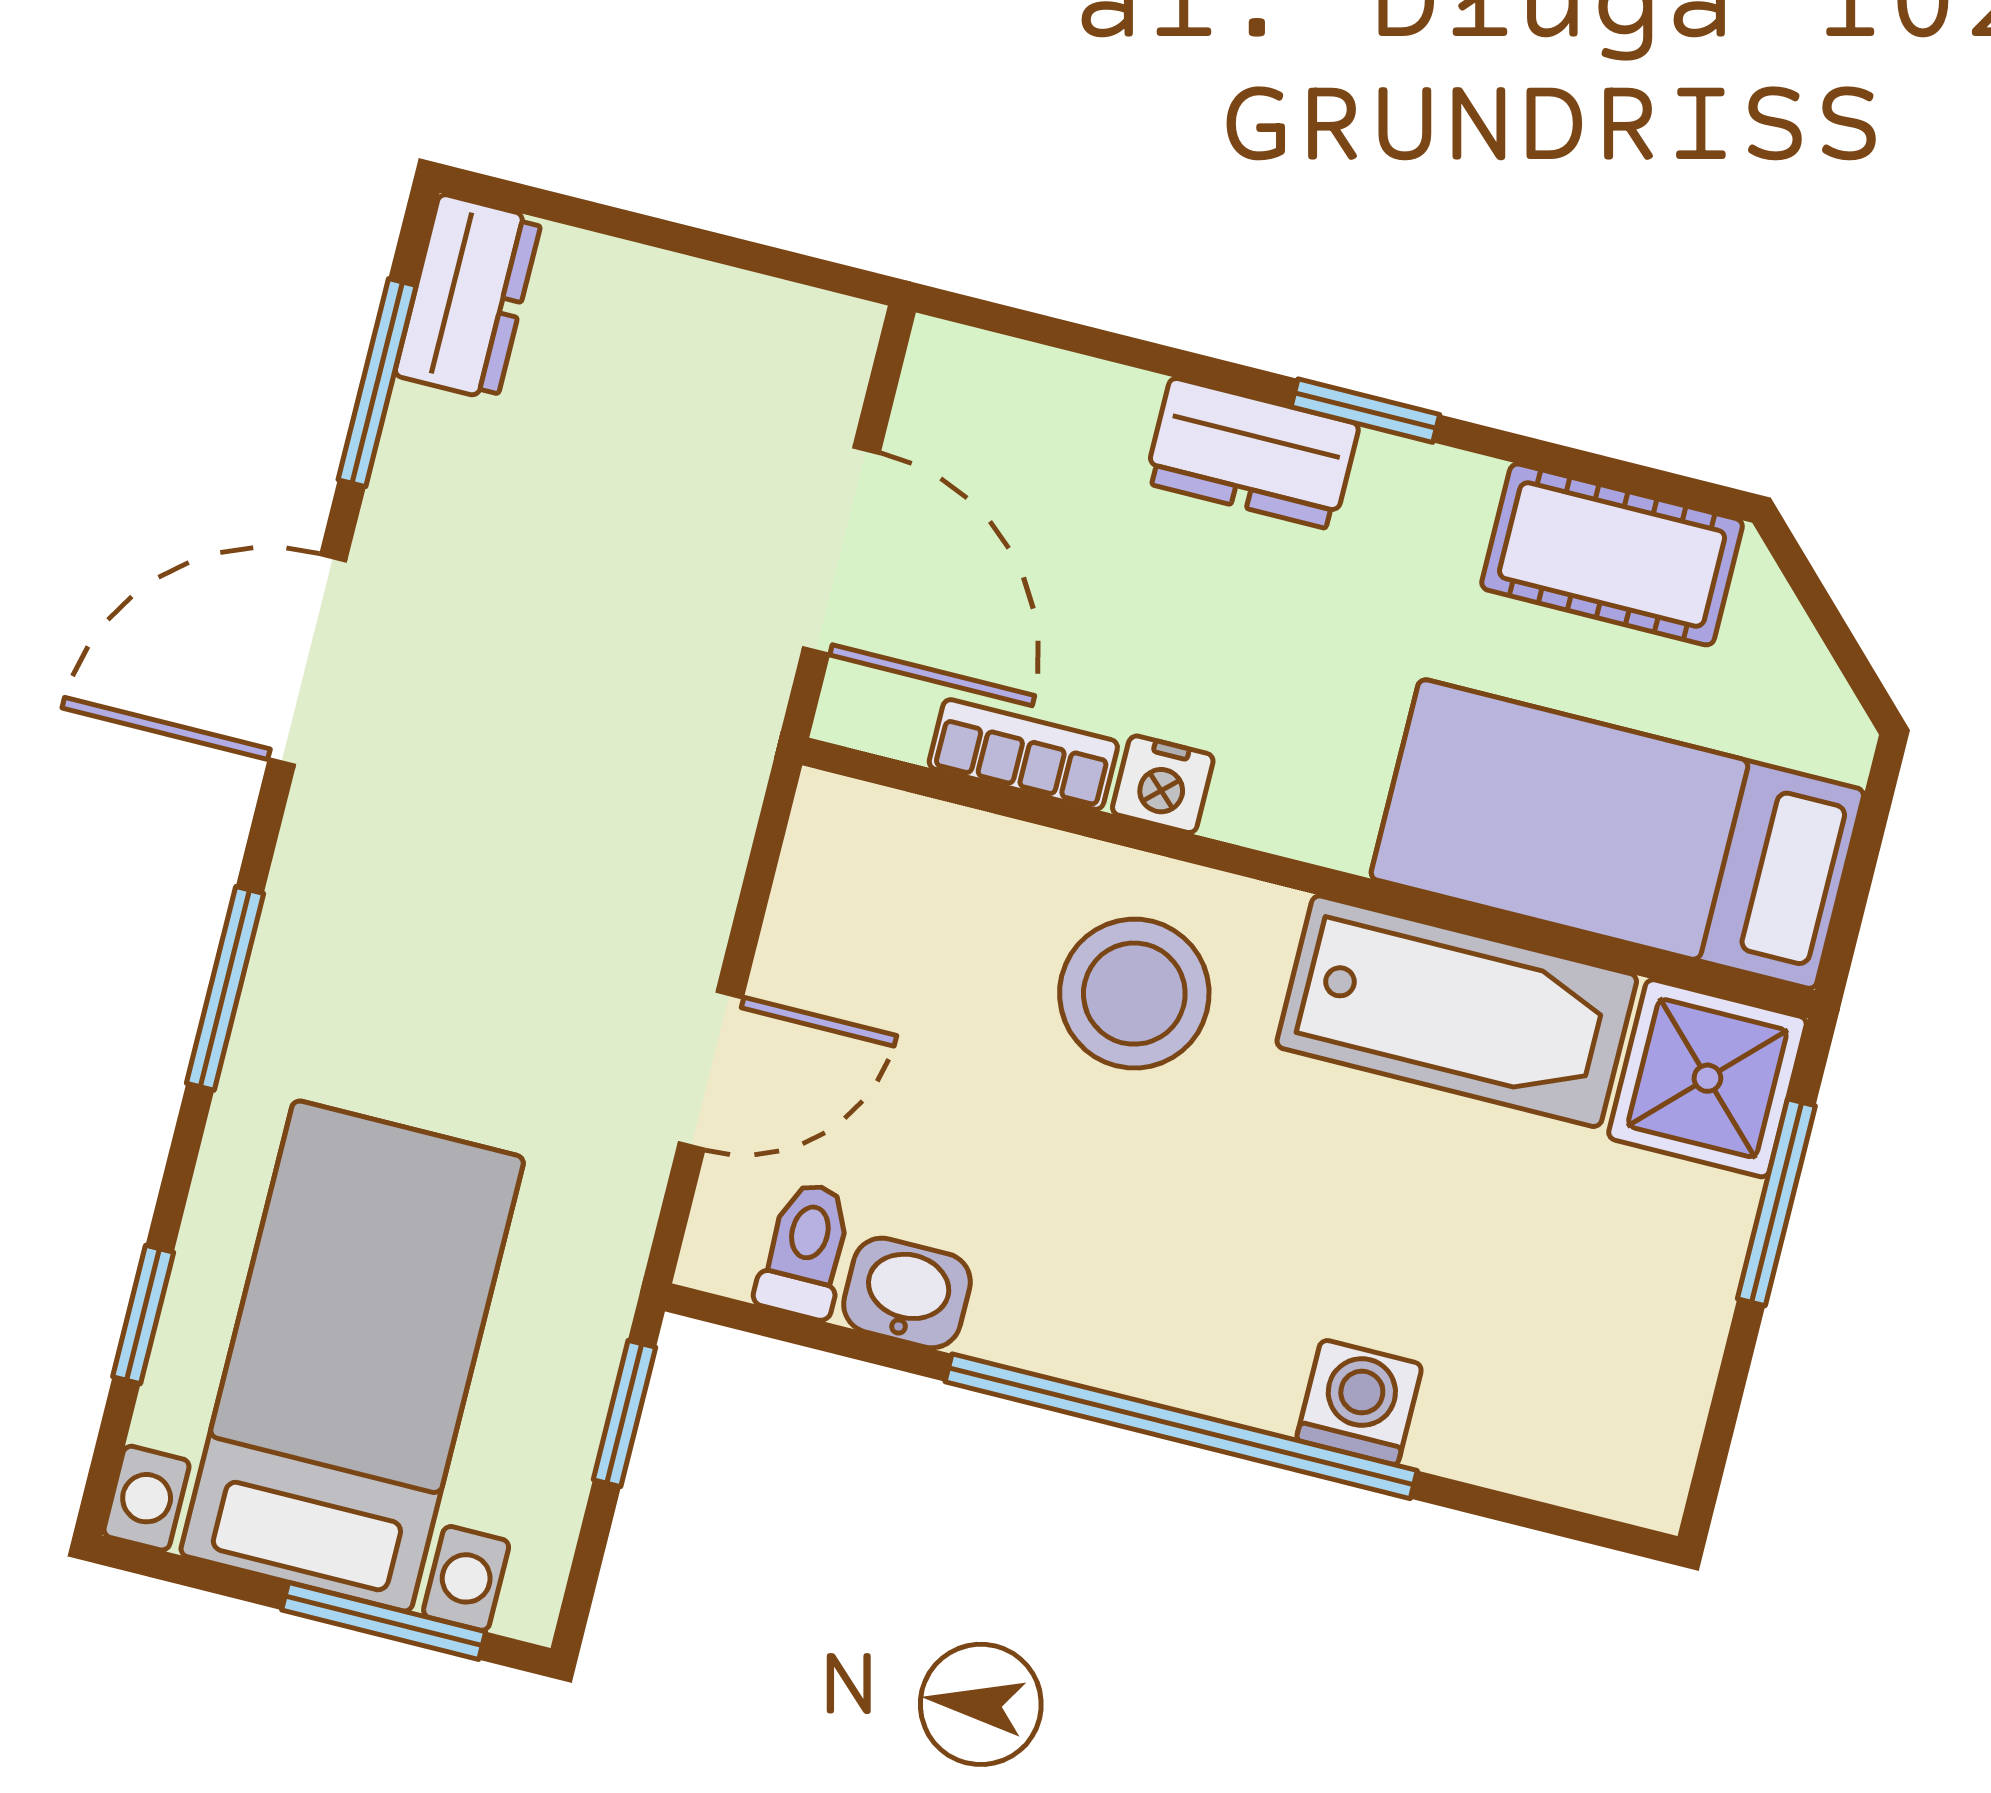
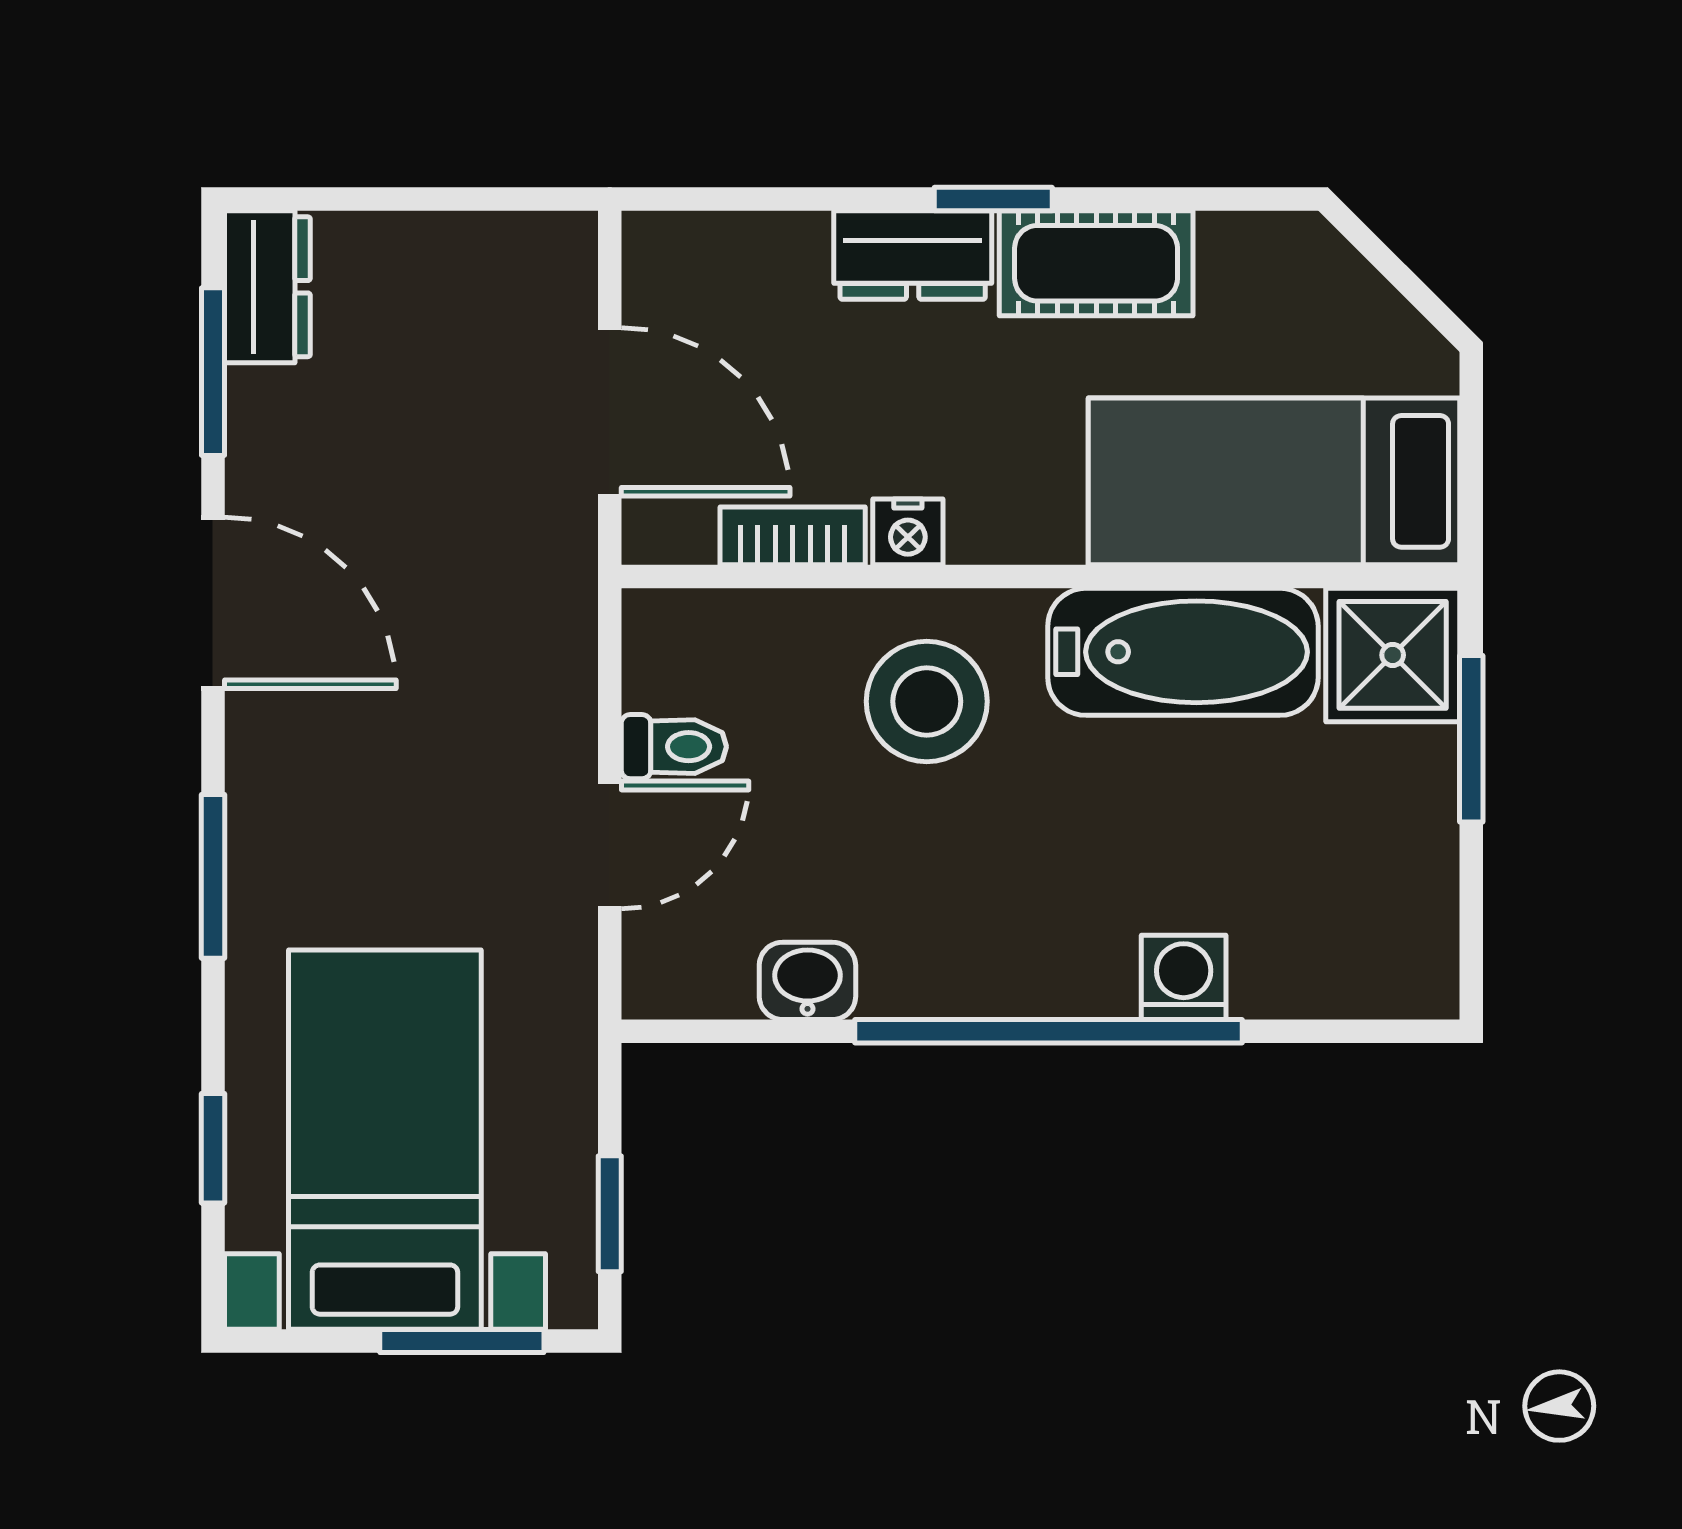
cot: (1612, 554) -> (1096, 263), moved
door: (307, 660) -> (213, 603), swing flipped
toilet: (805, 1250) -> (674, 747), moved, turned 90
window: (624, 1414) -> (610, 1214), moved

